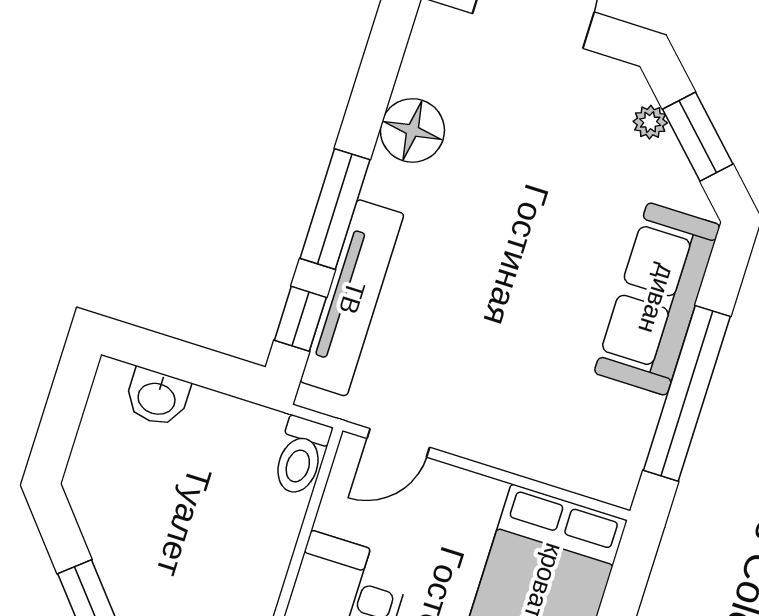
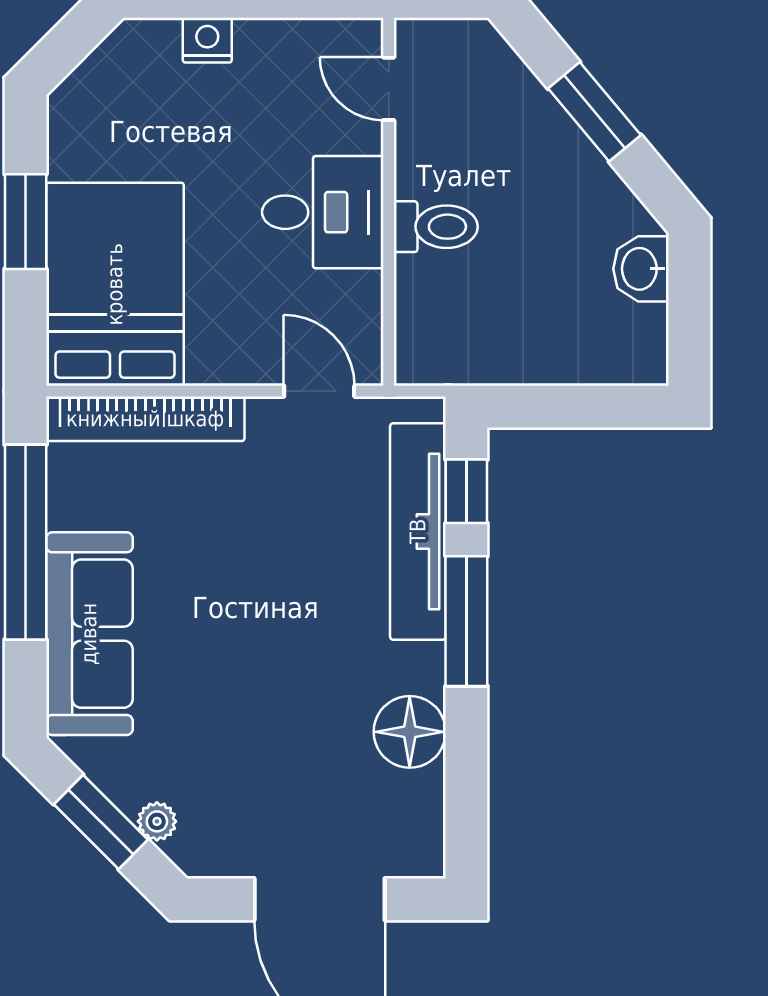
washbasin: (157, 397) -> (641, 269), moved, turned -90
door: (398, 443) -> (319, 391), hinge flipped
toilet: (301, 456) -> (436, 227), moved, turned 90
bookcase: (553, 466) -> (145, 419), added

